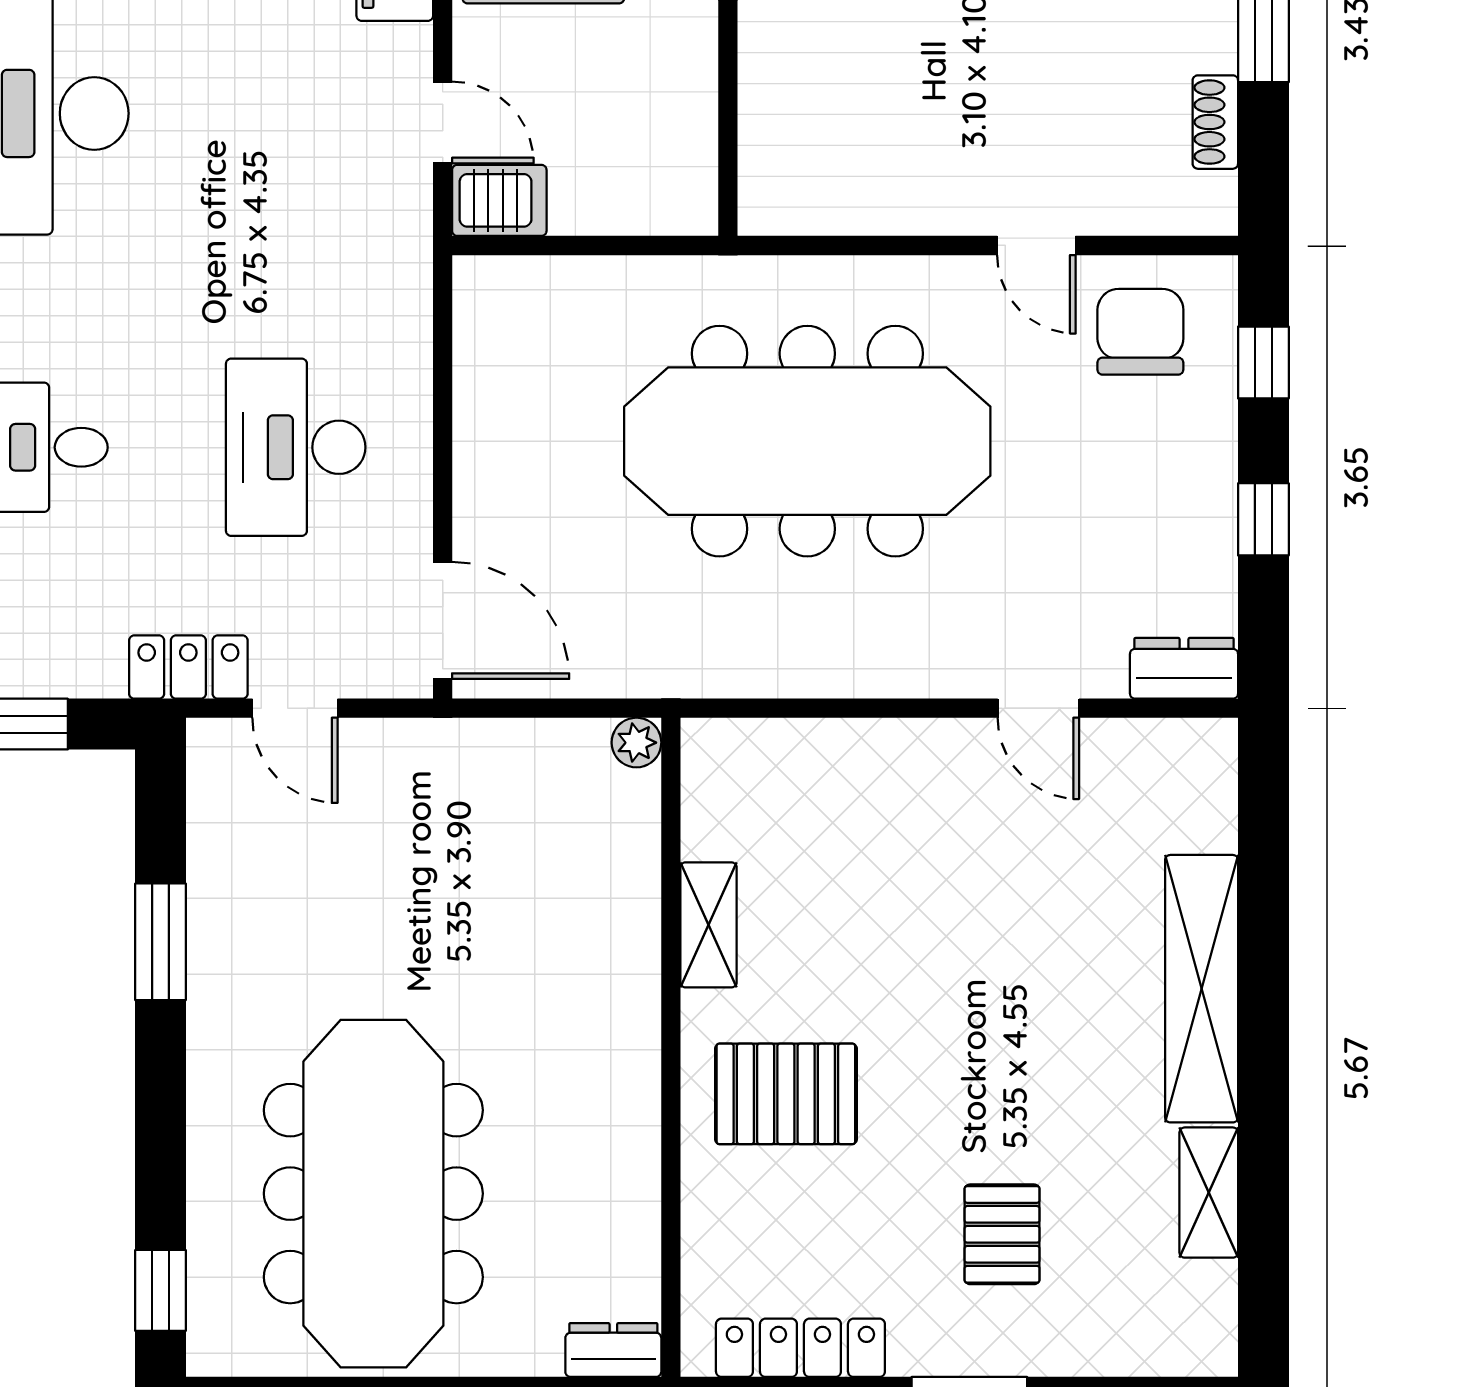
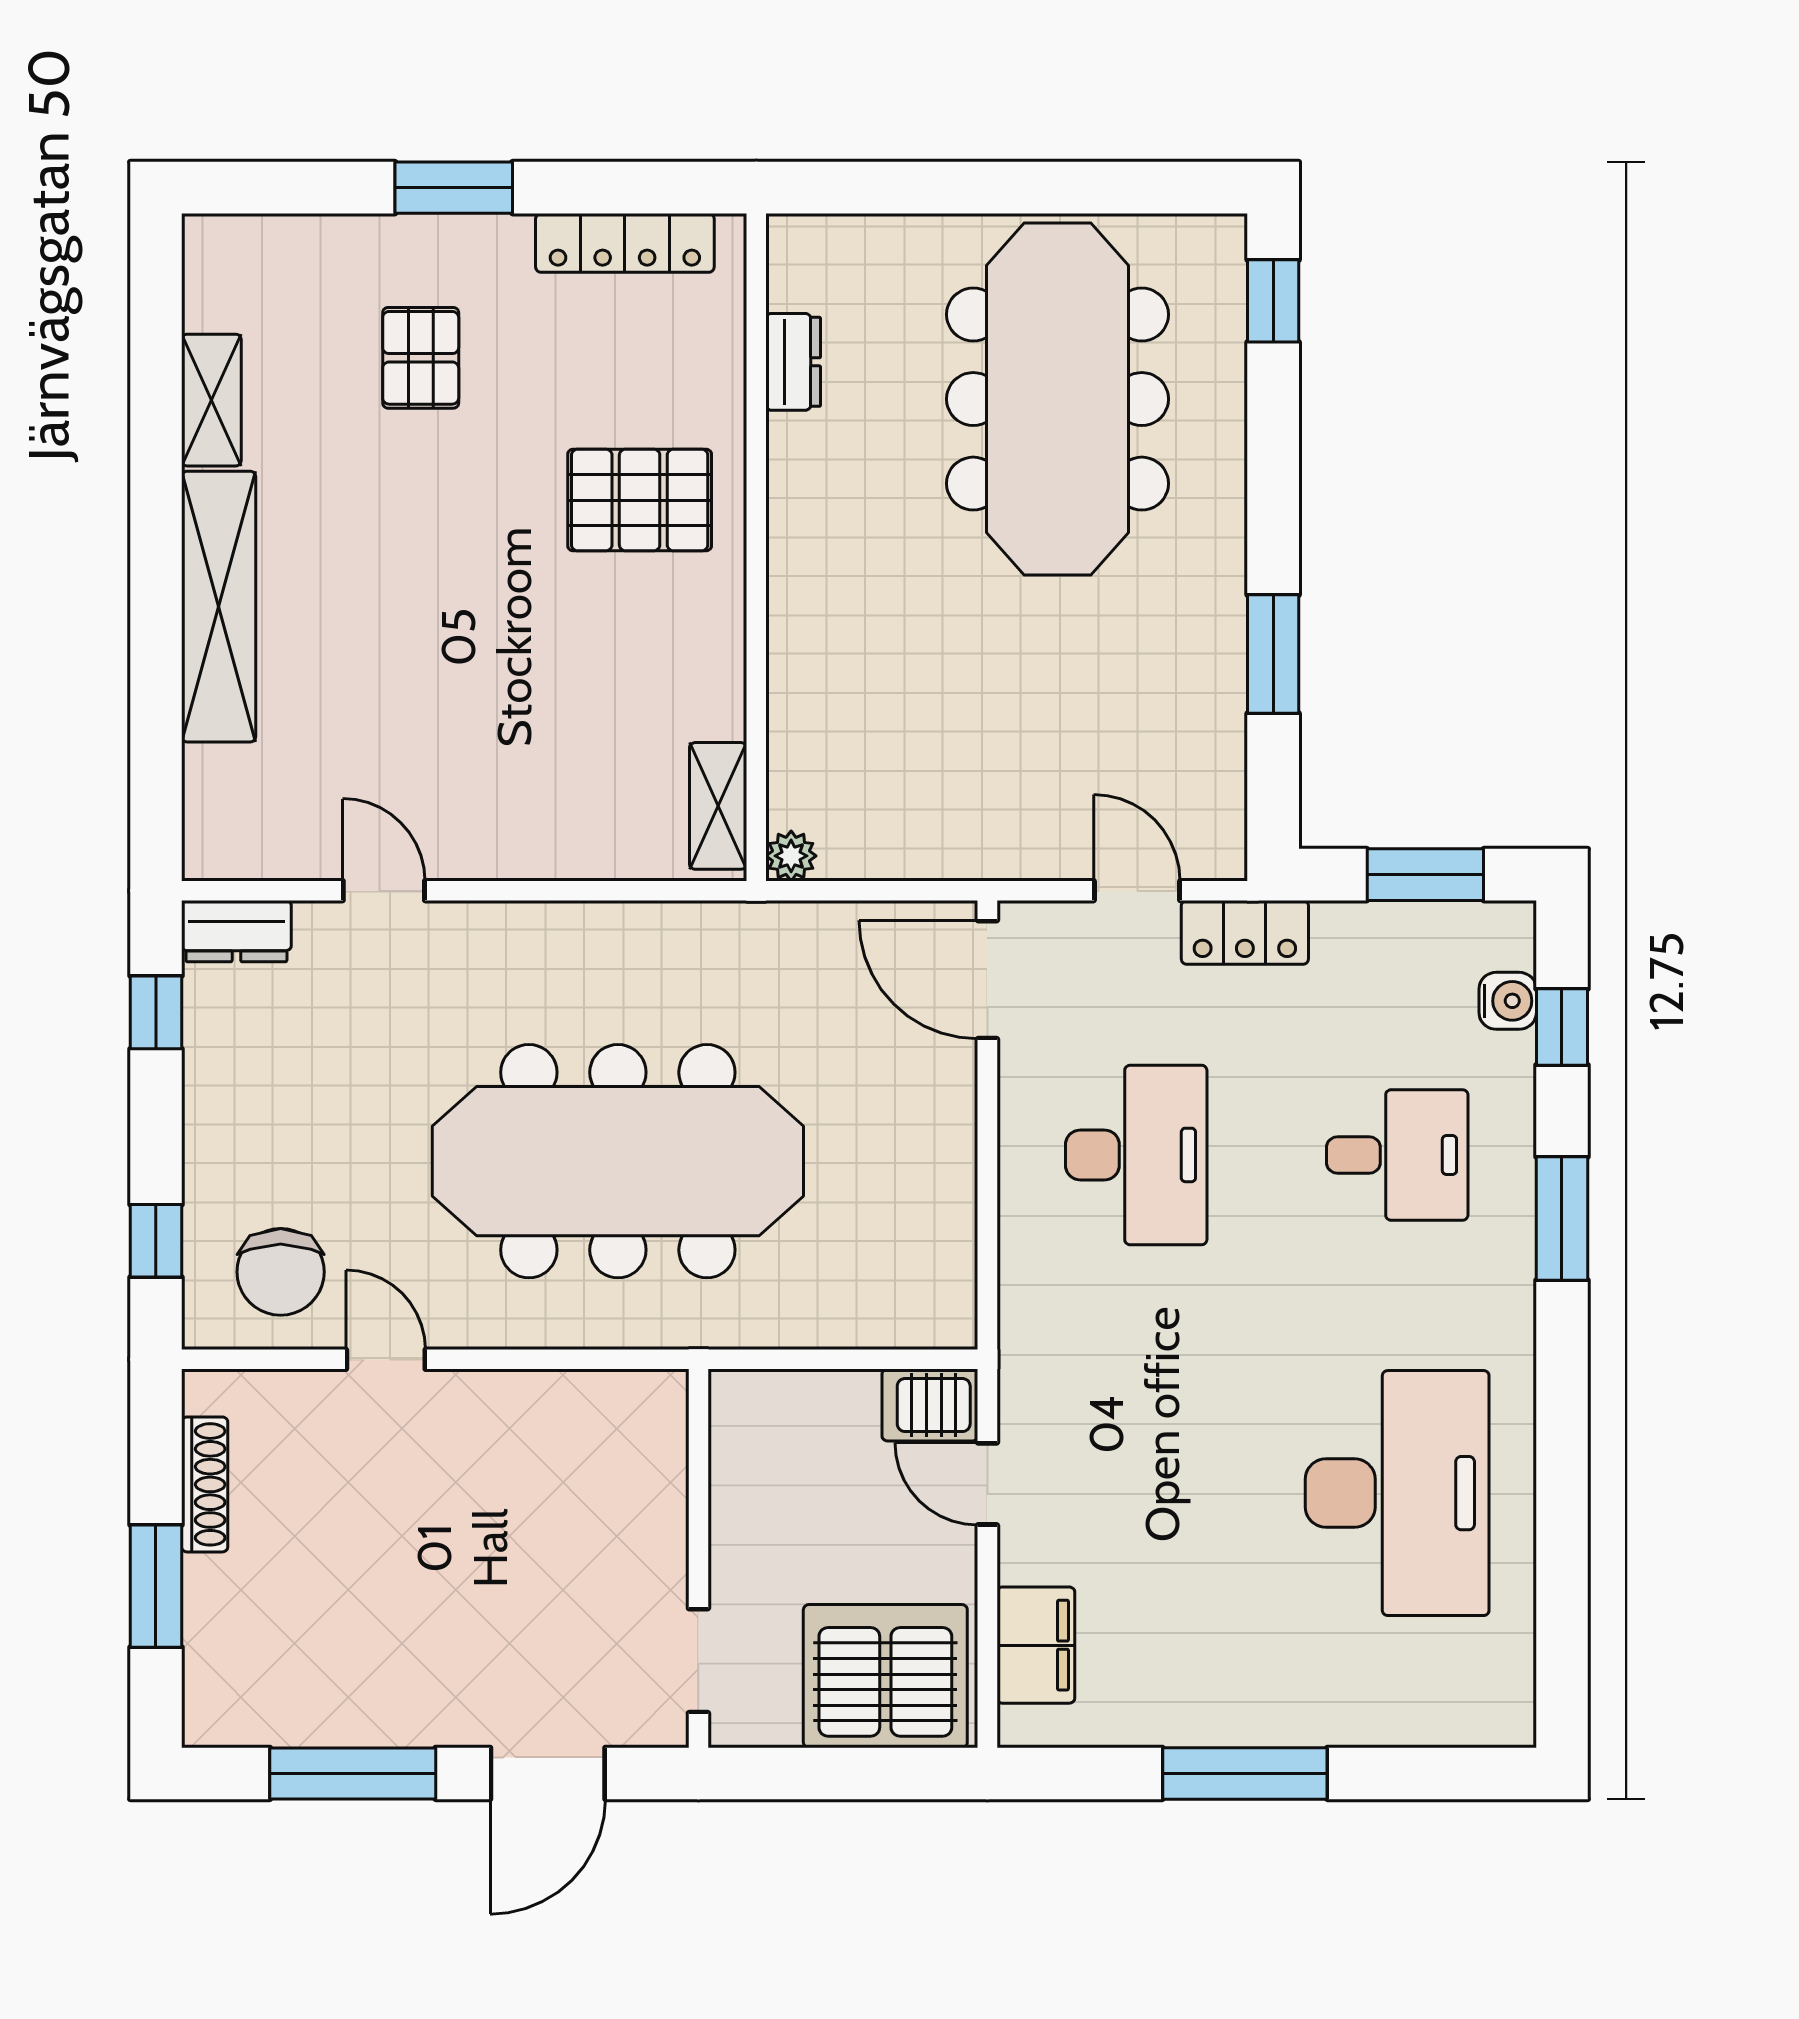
shoe rack: (1215, 122) -> (205, 1484), width x1.43
window: (1263, 519) -> (156, 1012), moved
shelving: (708, 925) -> (718, 806), moved
dresser: (613, 1350) -> (793, 362), moved, turned -90

